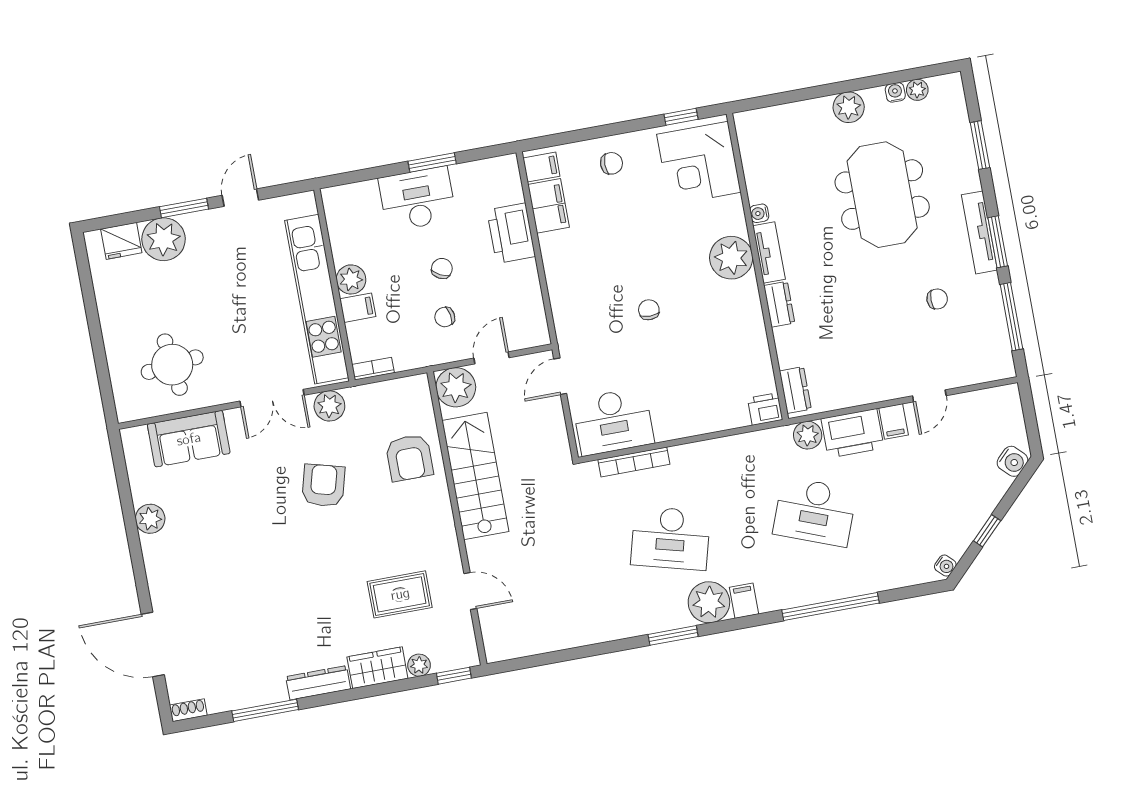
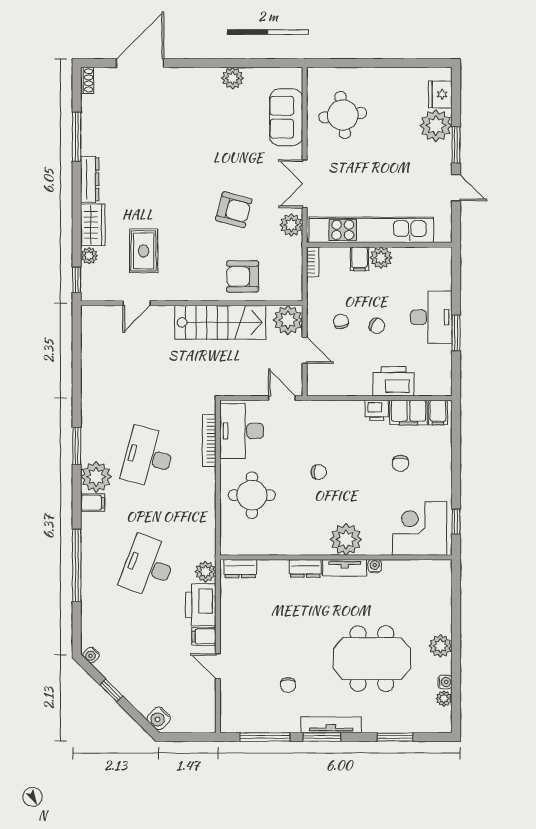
chair: (611, 163) -> (400, 463), moved
round table: (696, 392) -> (252, 495), added
printer: (765, 409) -> (377, 411), moved, turned 90

